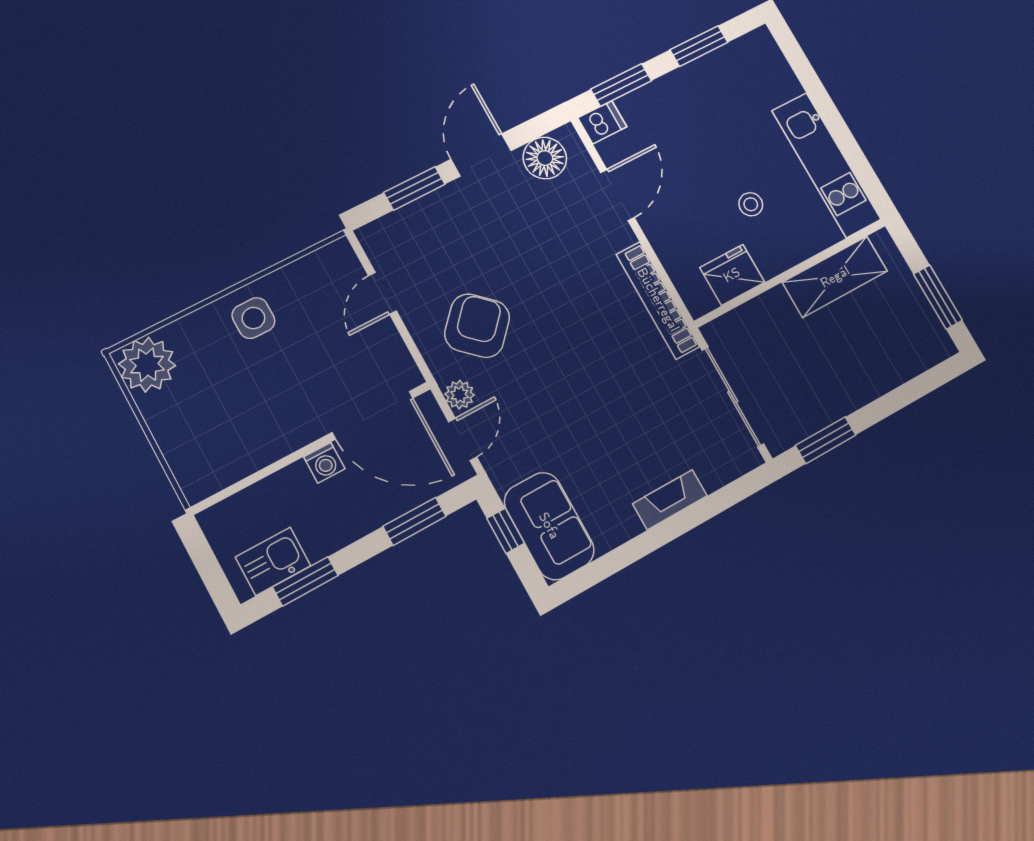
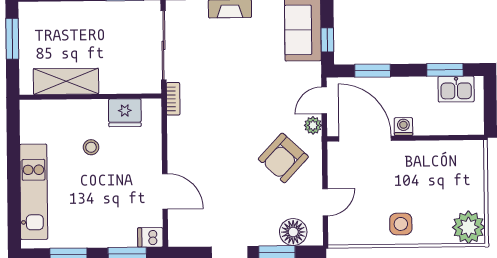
floor lamp: (545, 158) -> (293, 232), moved
kitchen unit: (826, 165) -> (34, 192), moved
door: (617, 195) -> (165, 191), swing flipped
bookcase: (658, 300) -> (173, 99), width x0.43, depth x0.76

